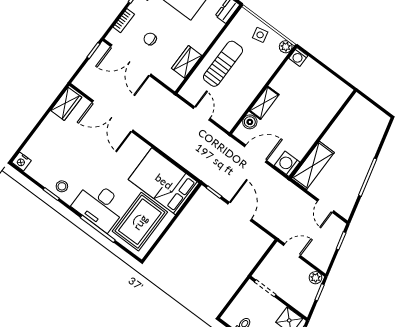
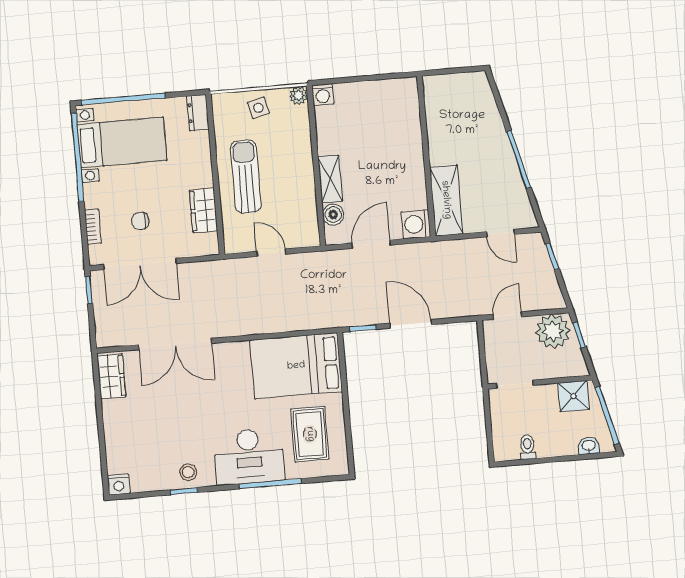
rug: (140, 222) -> (310, 434), width x0.73, depth x0.70
plant: (315, 278) -> (553, 331), width x1.87, depth x1.87

